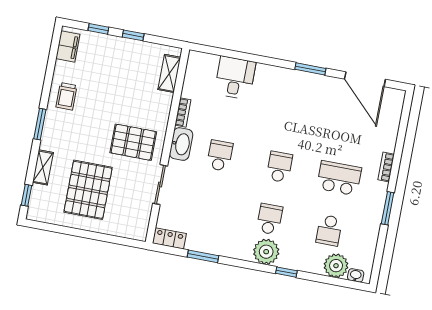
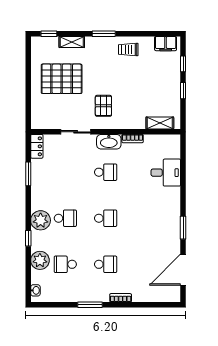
pallet: (133, 142) -> (103, 106), width x0.67, depth x0.71
school desk: (339, 178) -> (106, 264), width x0.54
plant: (336, 266) -> (40, 260), moved

